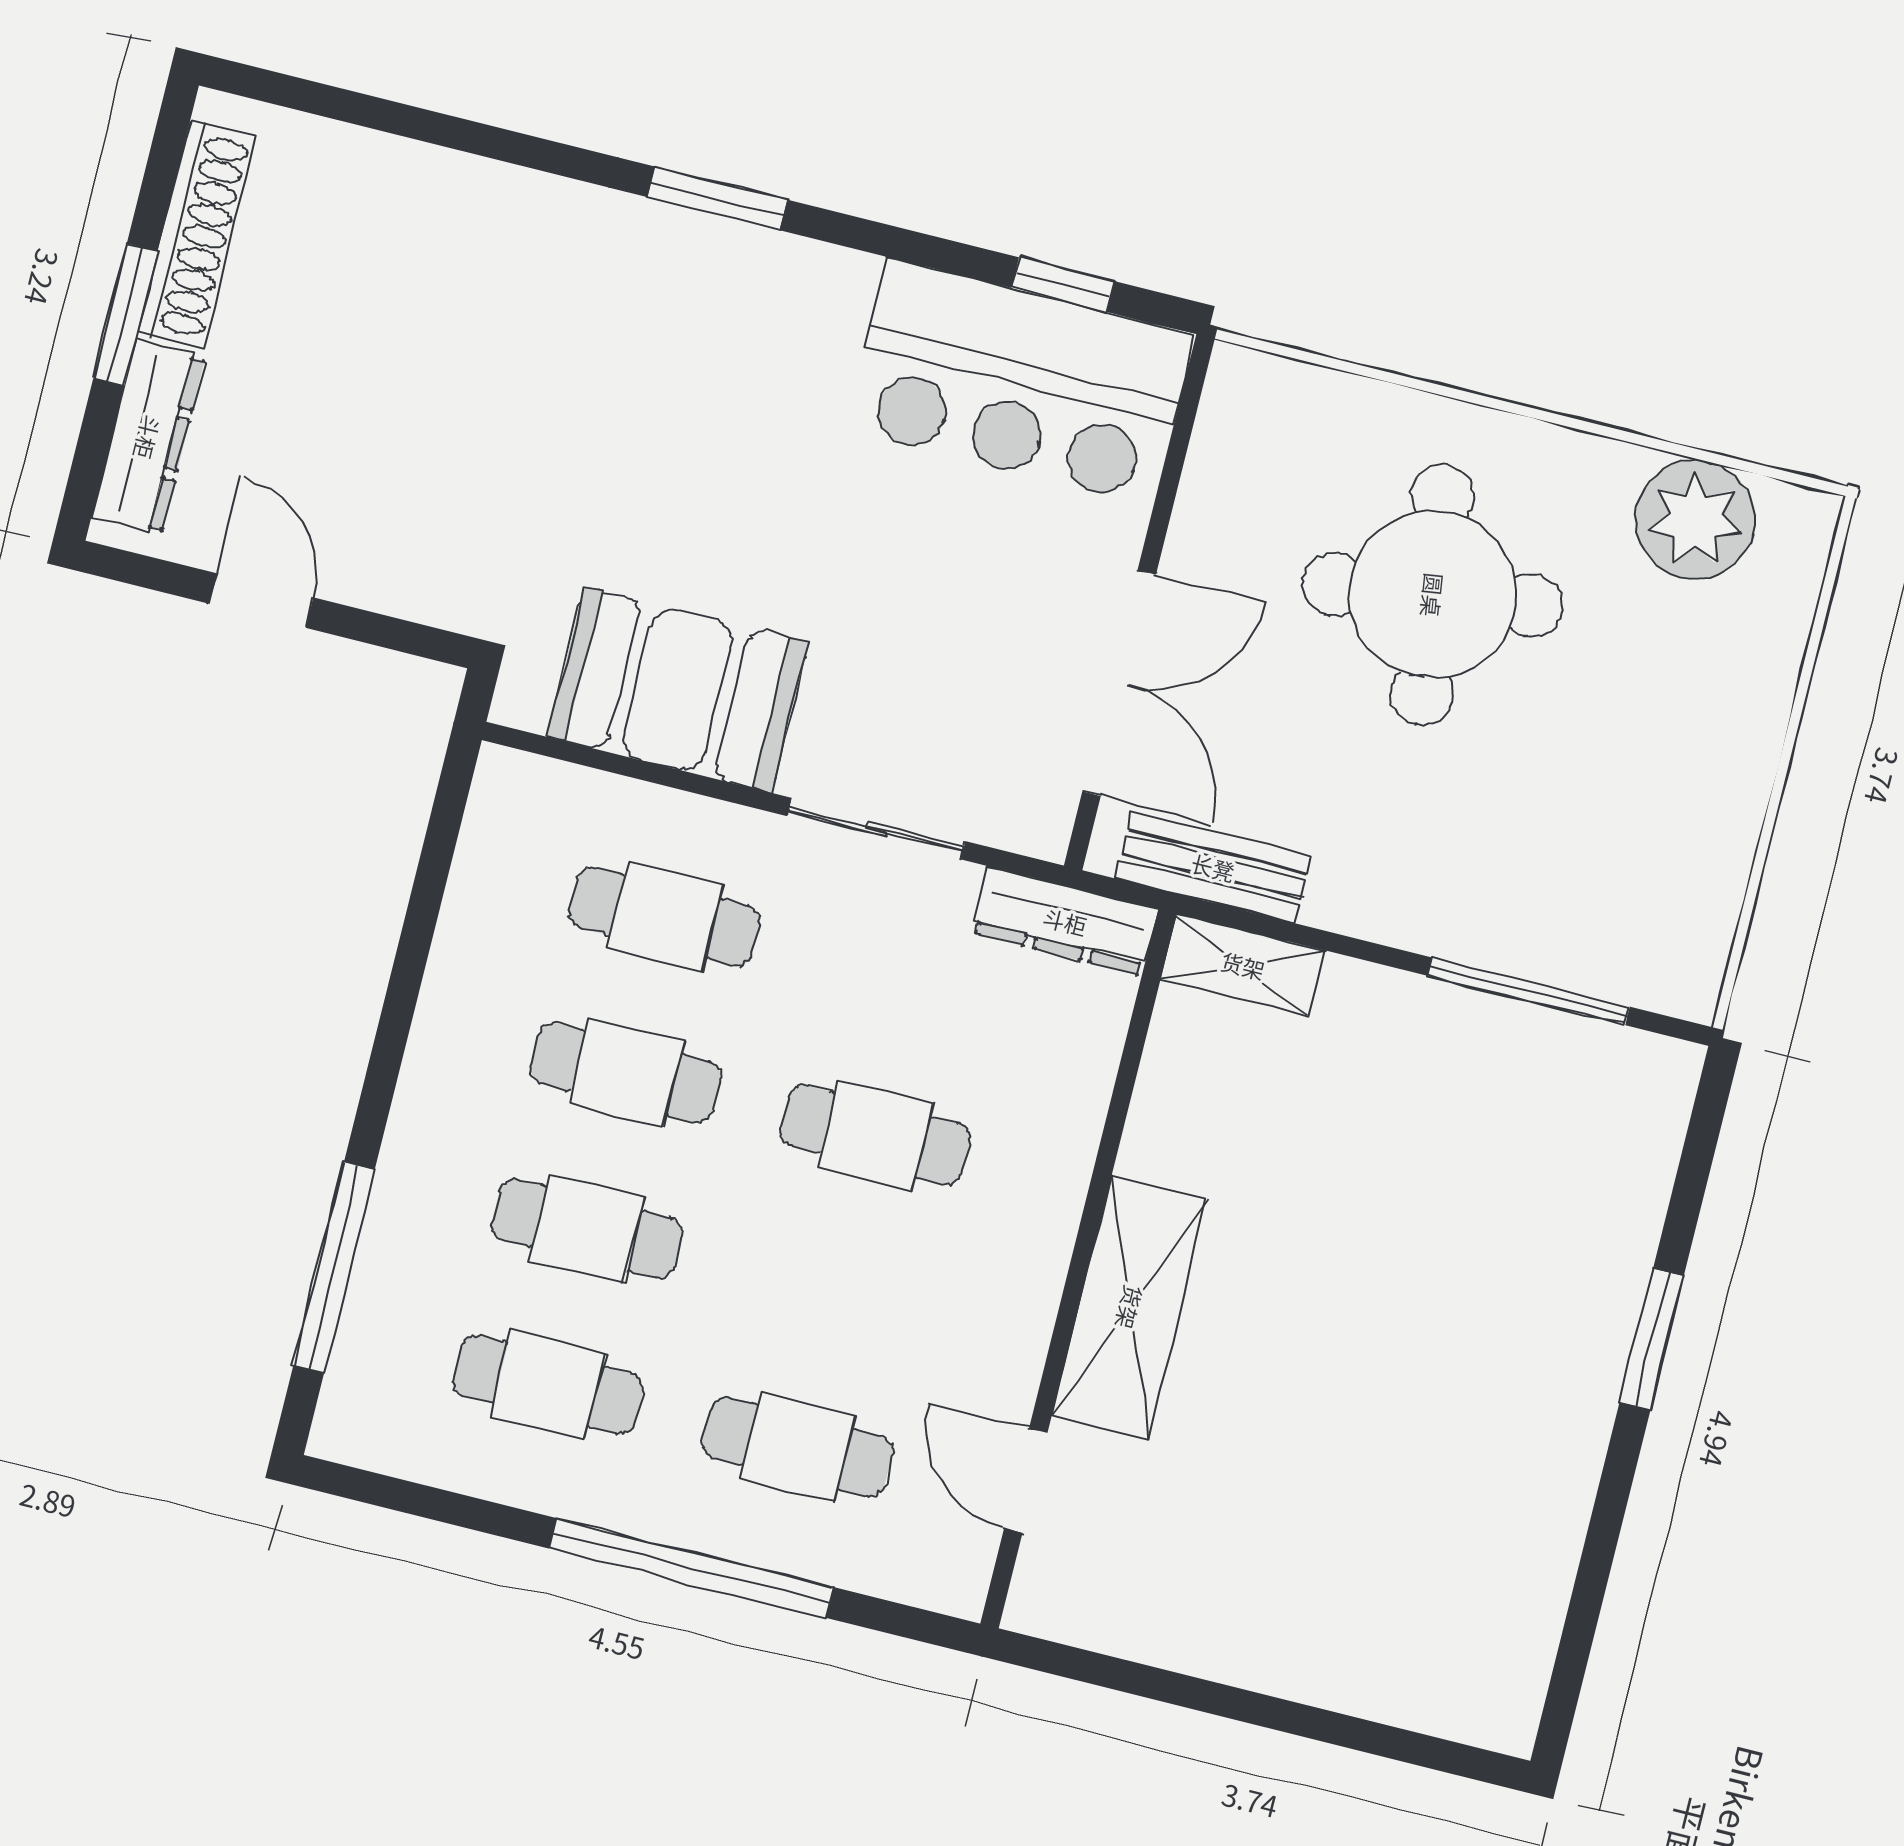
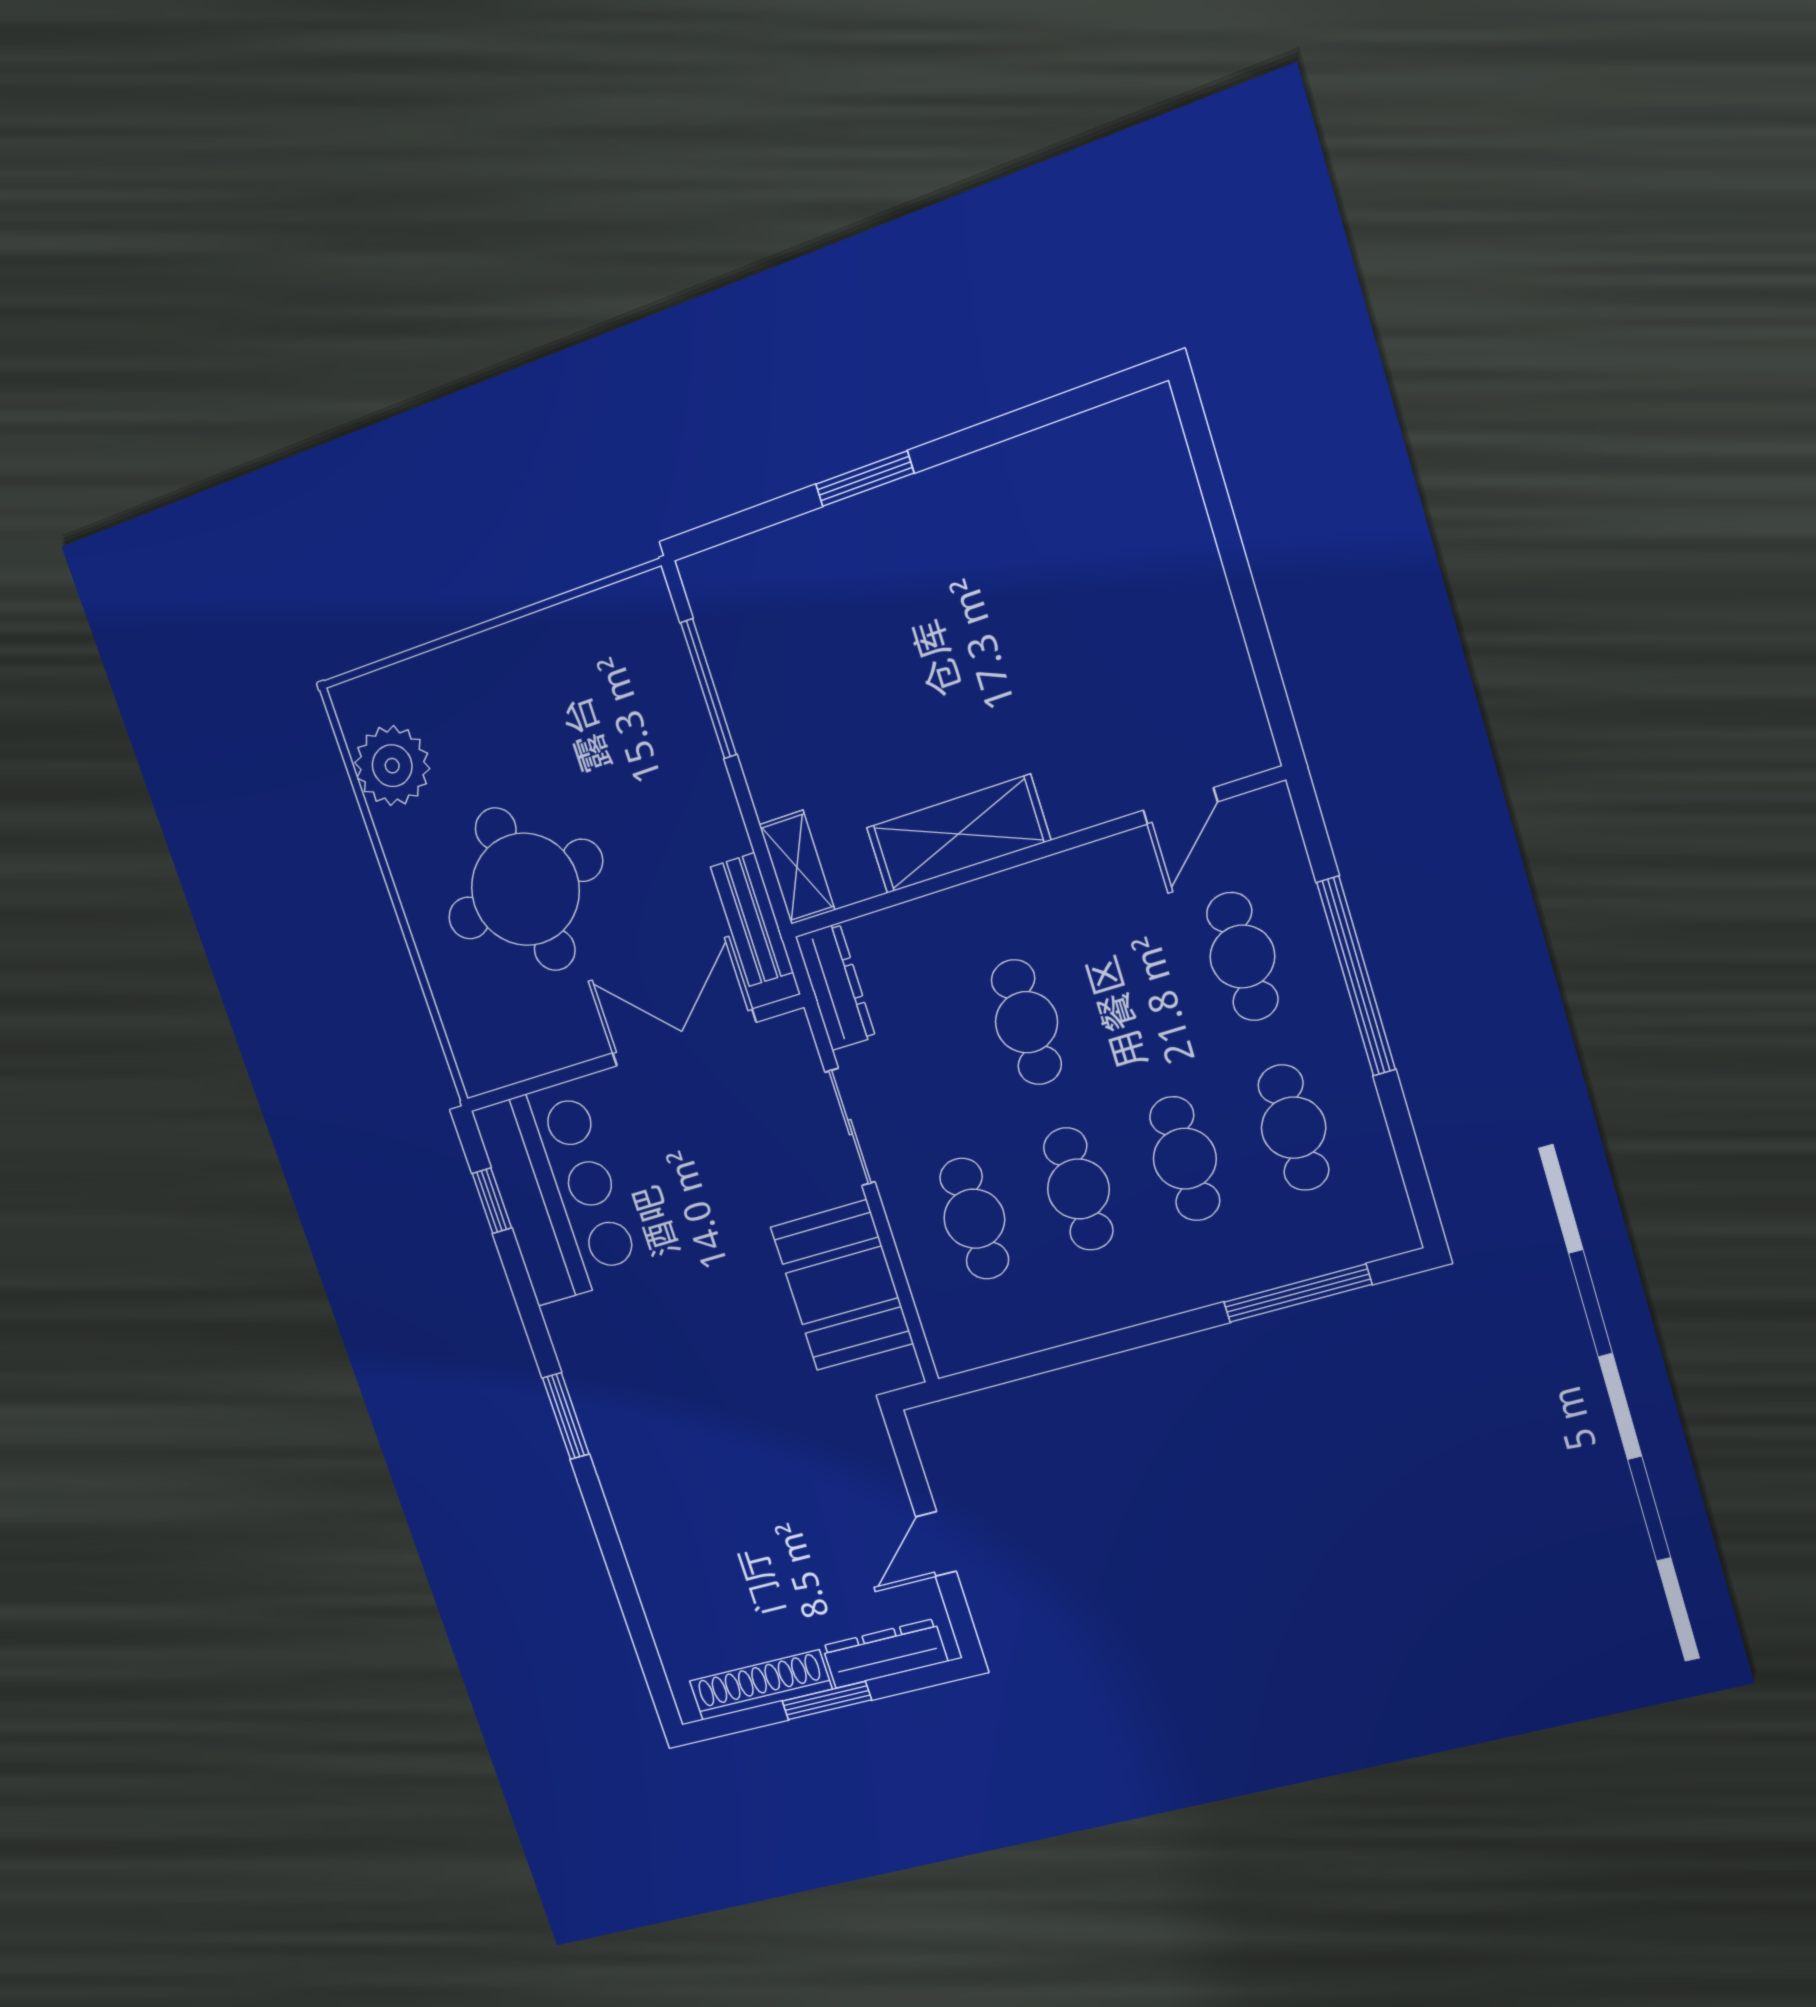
shelving: (1130, 1307) -> (958, 834), moved

